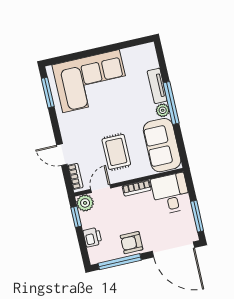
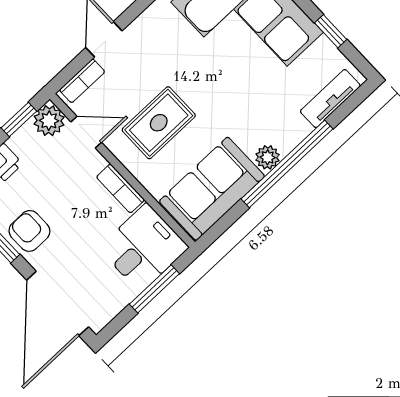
window: (121, 46) -> (331, 31), added
tv unit: (157, 86) -> (330, 99), moved
window: (171, 103) -> (287, 164), width x1.46
window: (197, 216) -> (154, 289), moved

